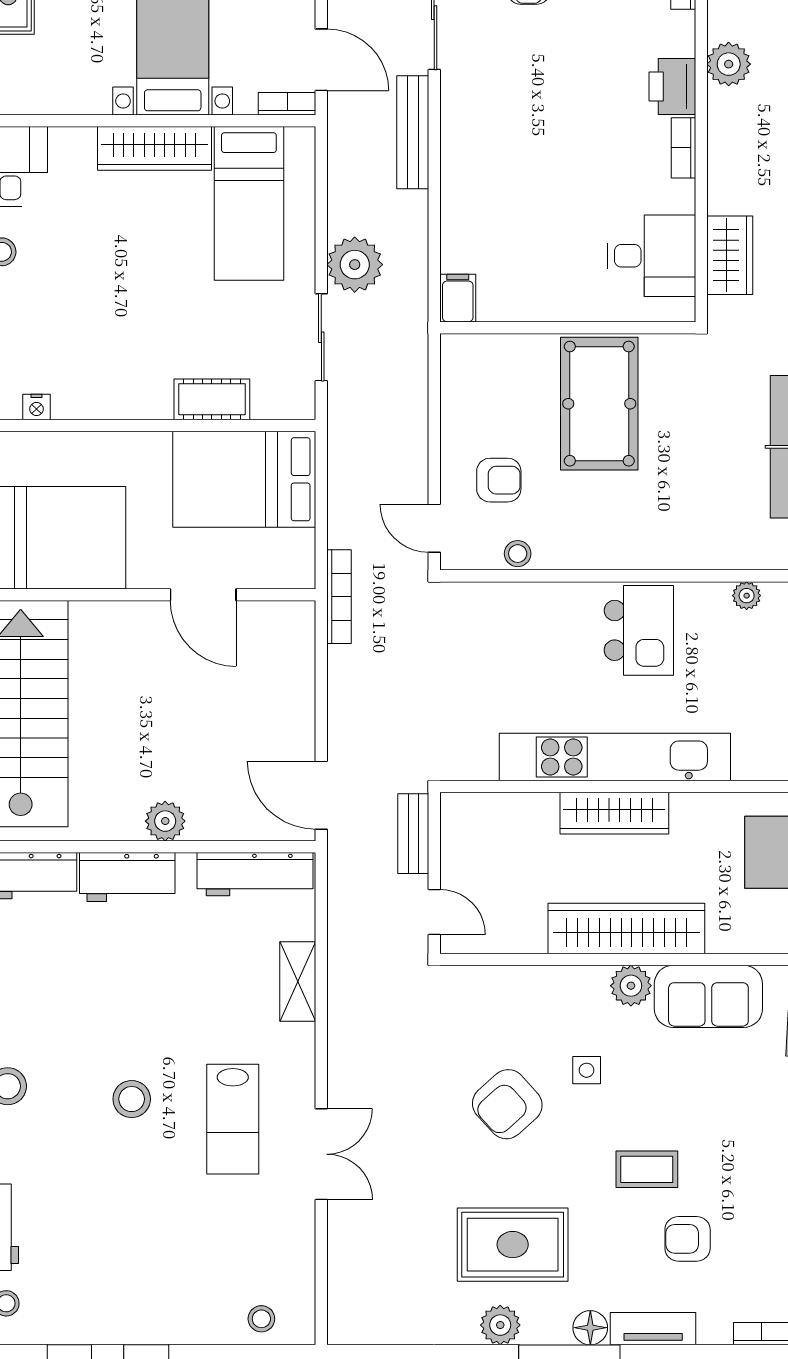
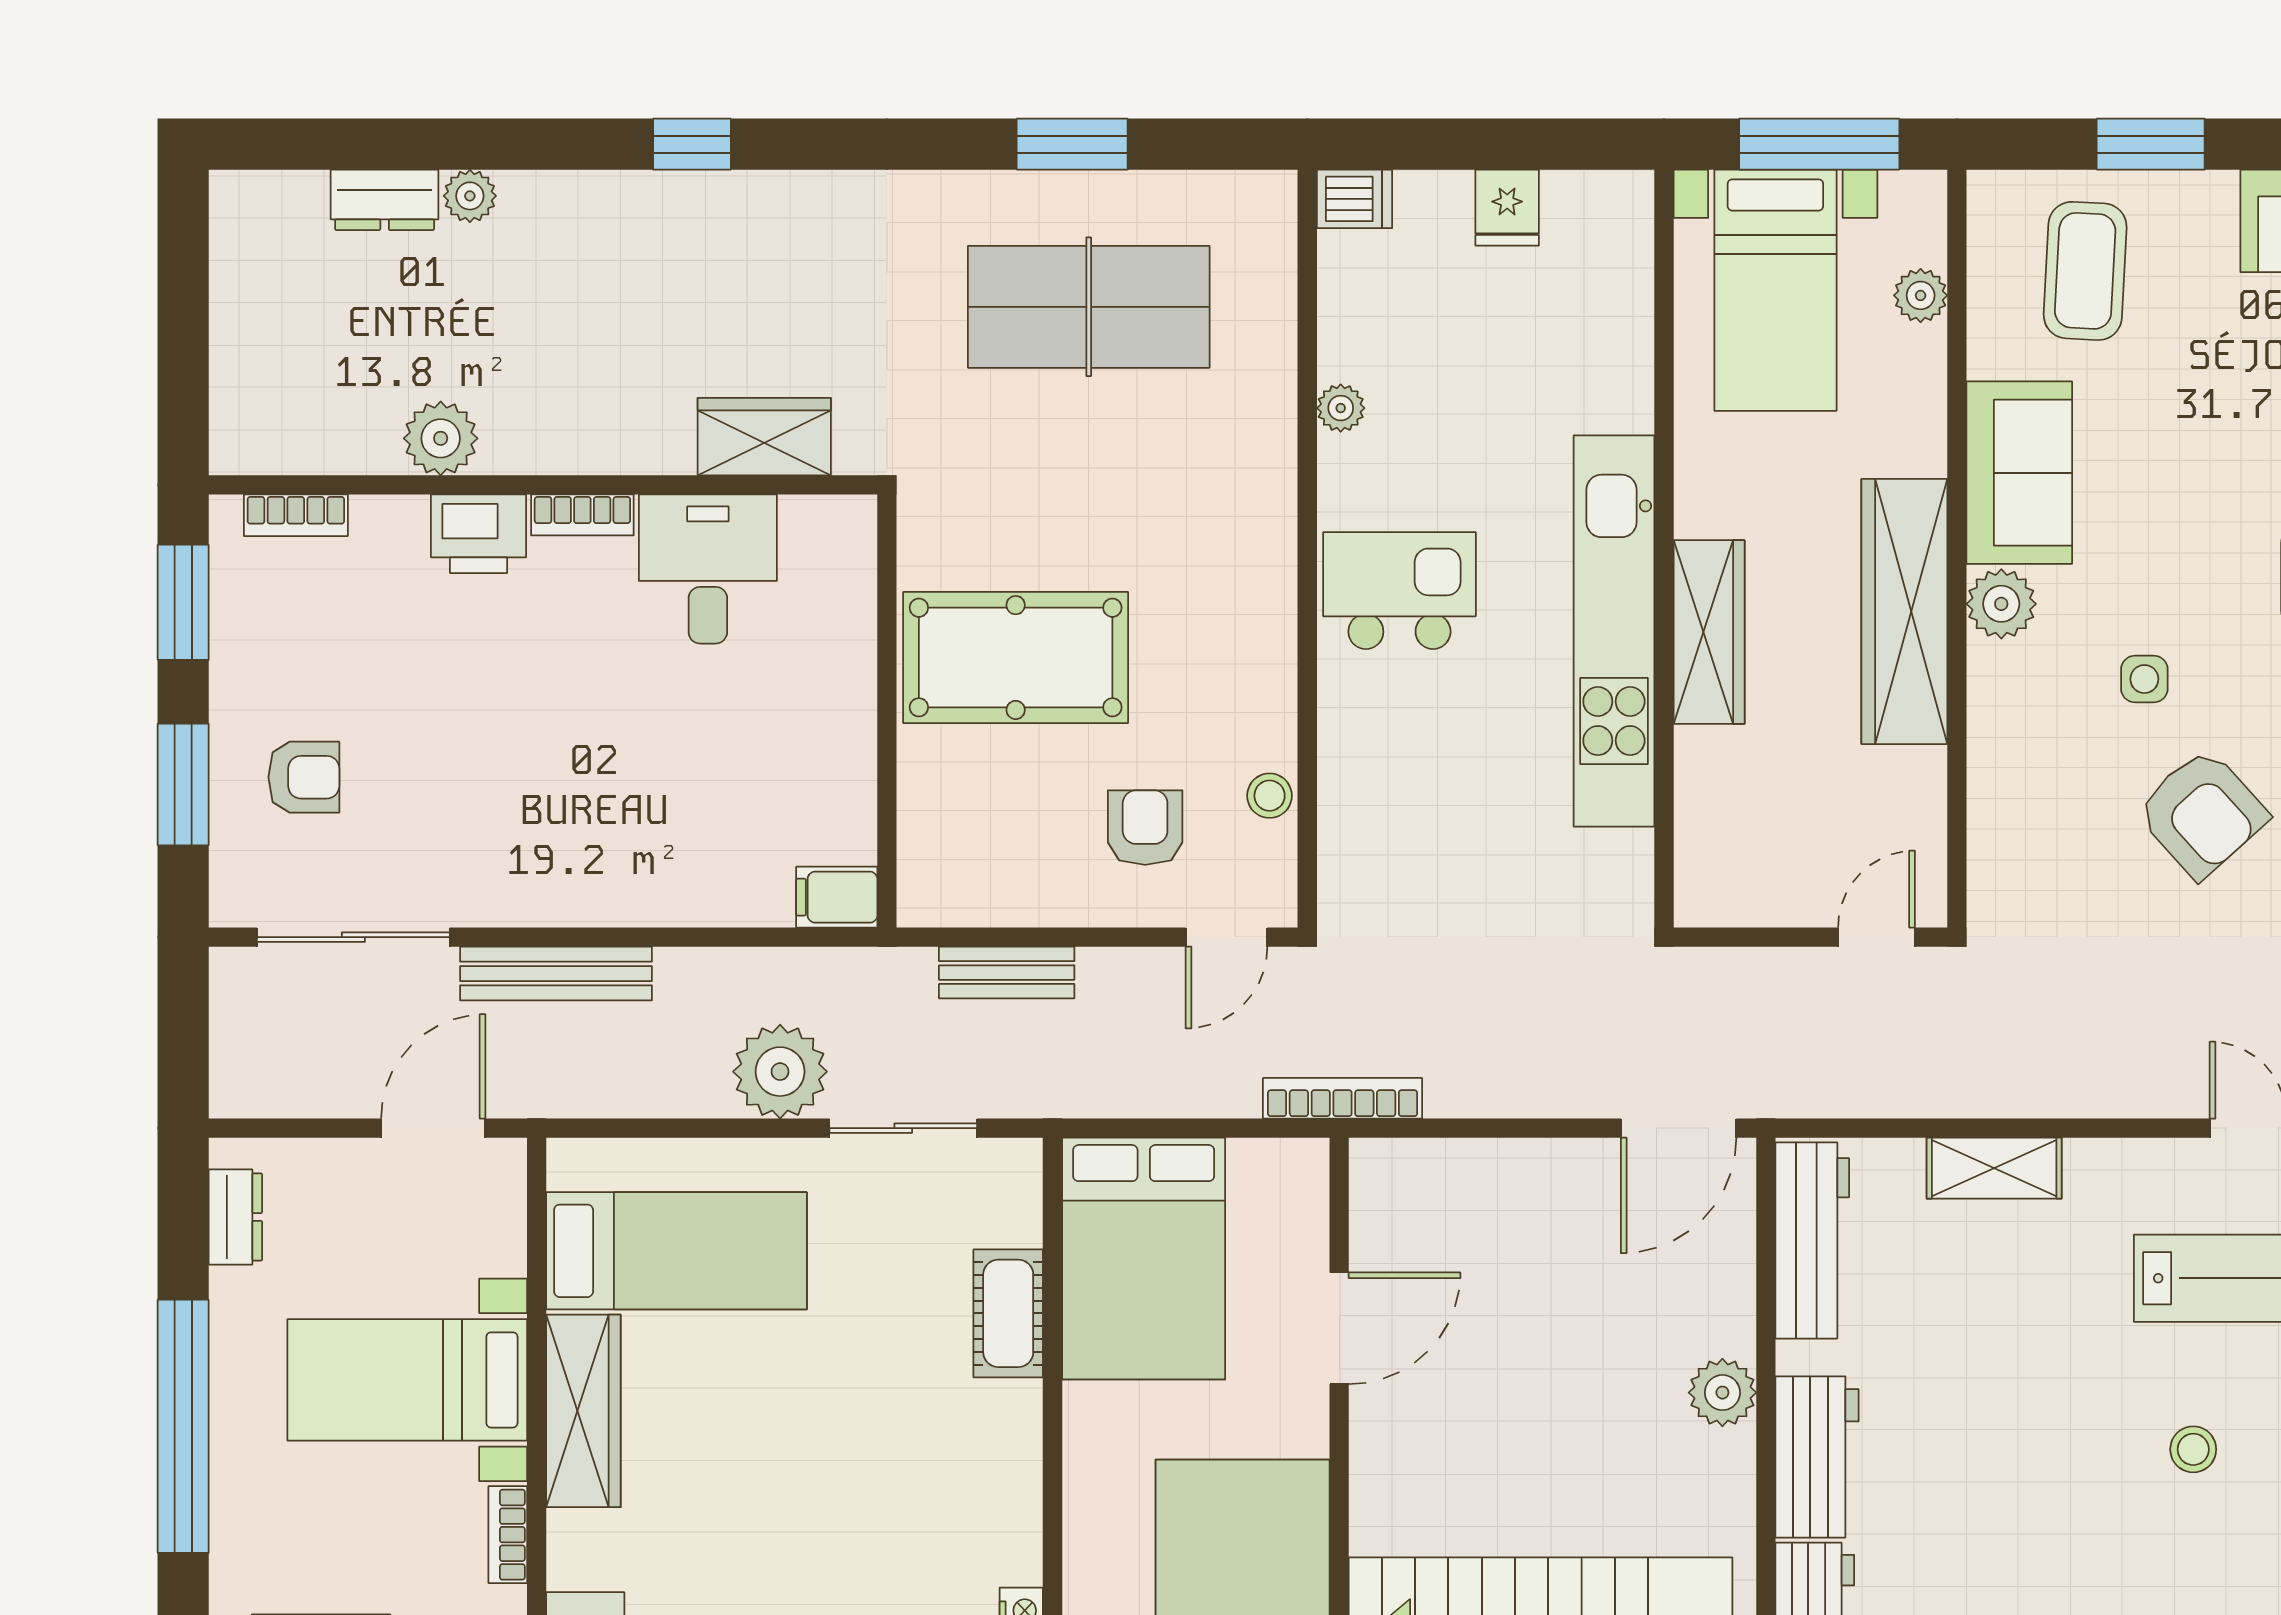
bookcase: (287, 104) -> (508, 1535), moved
desk: (652, 256) -> (708, 569), moved
bench: (413, 834) -> (1007, 973), moved
stool: (132, 1099) -> (2193, 1449), width x0.73, depth x0.73

